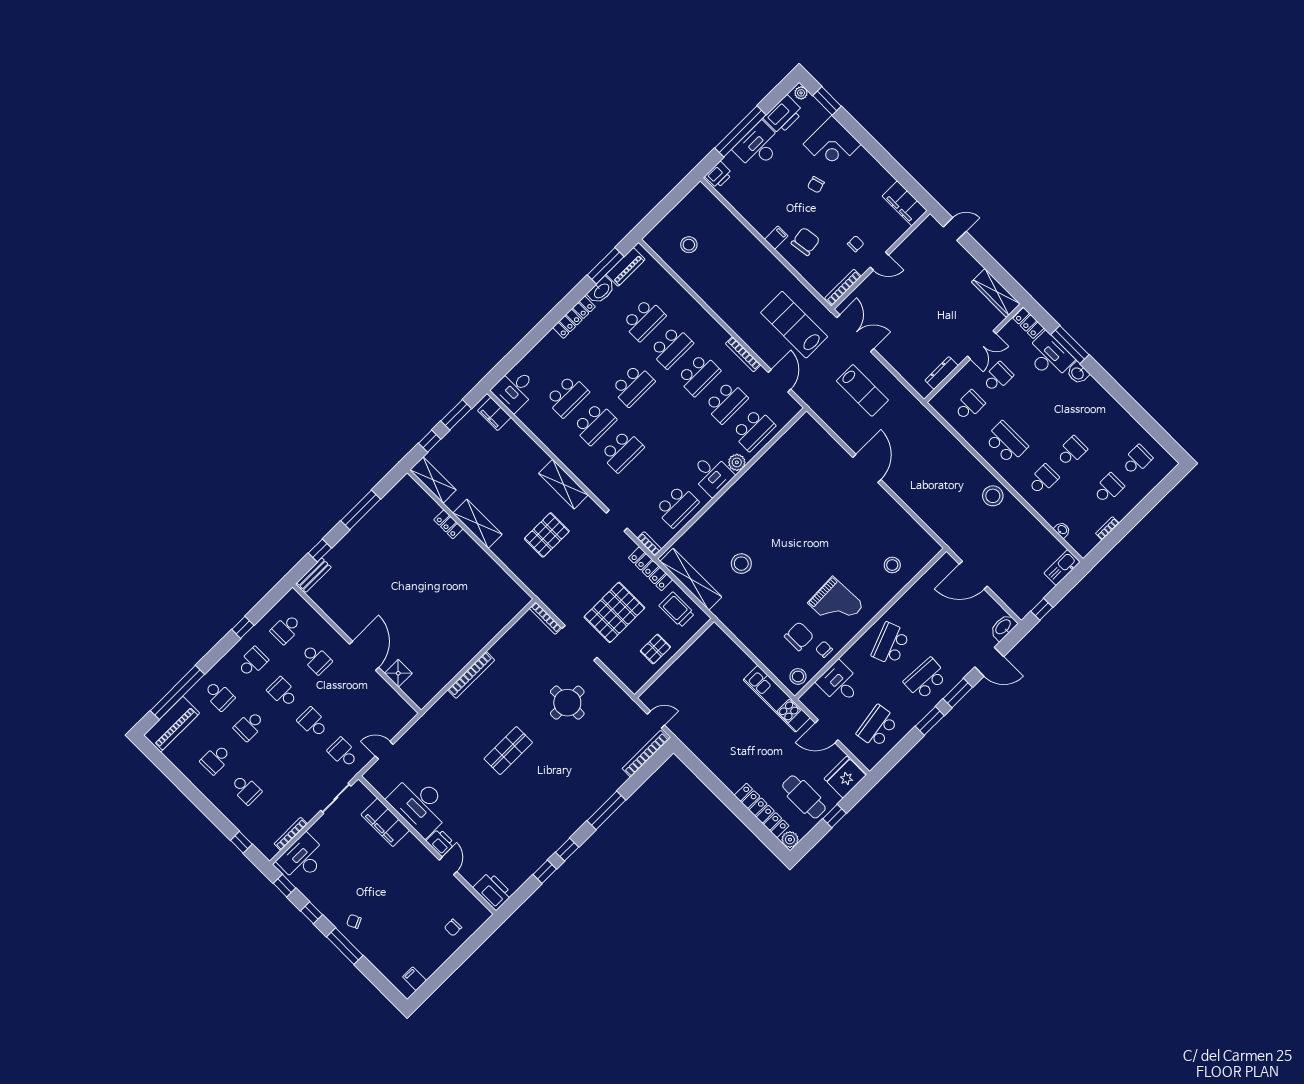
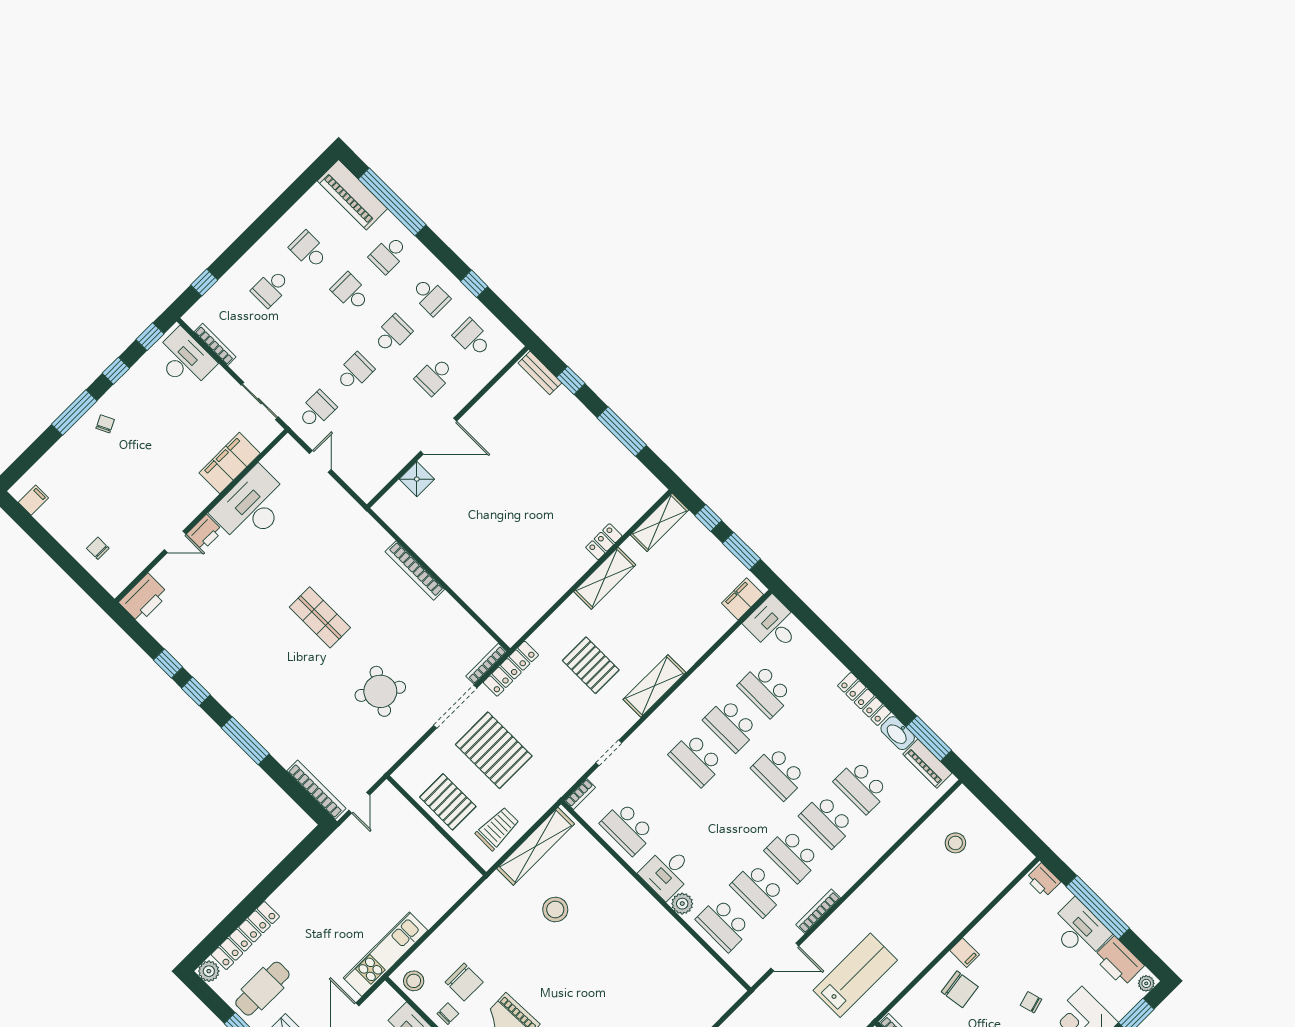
locker: (650, 569) -> (511, 669), moved, turned 180
pallet: (655, 649) -> (448, 802), width x1.50, depth x1.42
round table: (567, 703) -> (380, 691), turned 33

